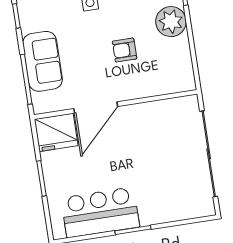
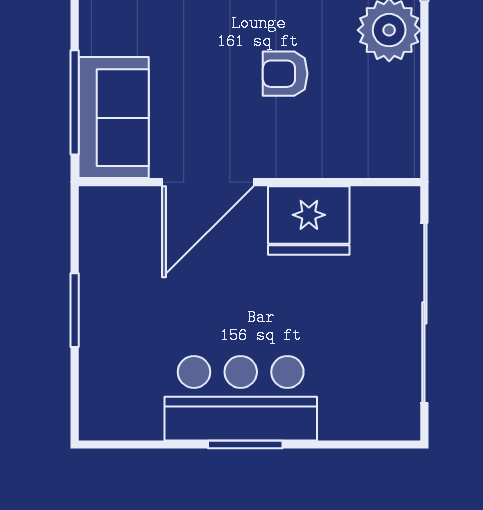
sofa: (43, 61) -> (114, 118), moved
fridge: (56, 132) -> (309, 220), moved
bar counter: (100, 212) -> (241, 398), moved

